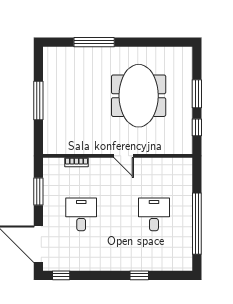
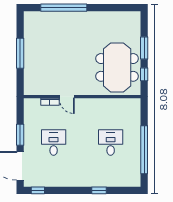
window: (94, 42) -> (64, 8), width x1.46
meeting table: (139, 96) -> (117, 67), moved
door: (124, 156) -> (67, 97), moved
window: (38, 191) -> (20, 135), moved

